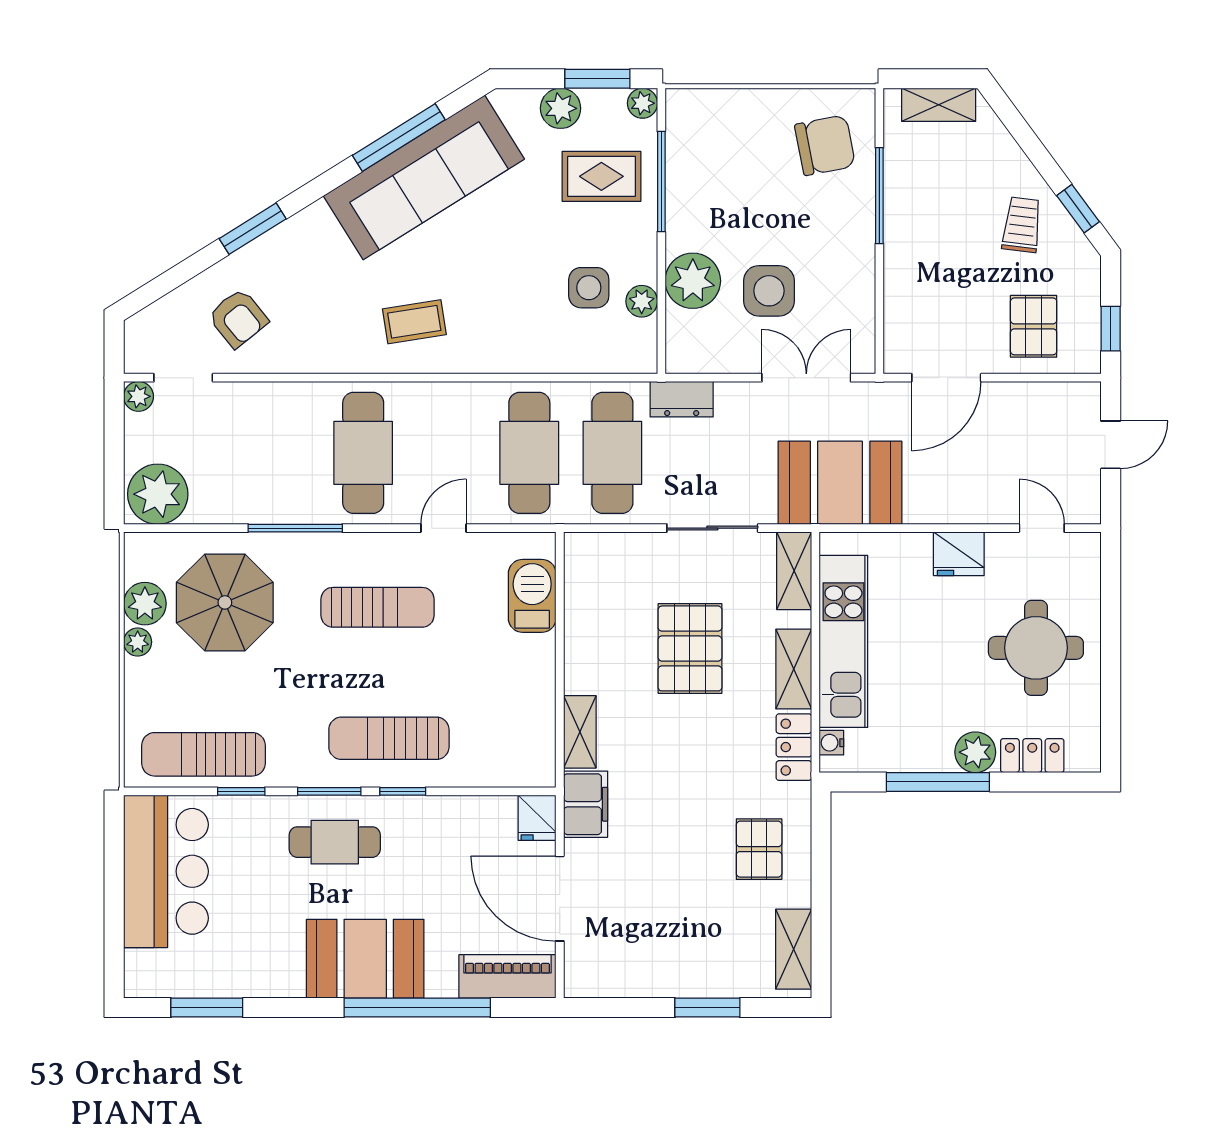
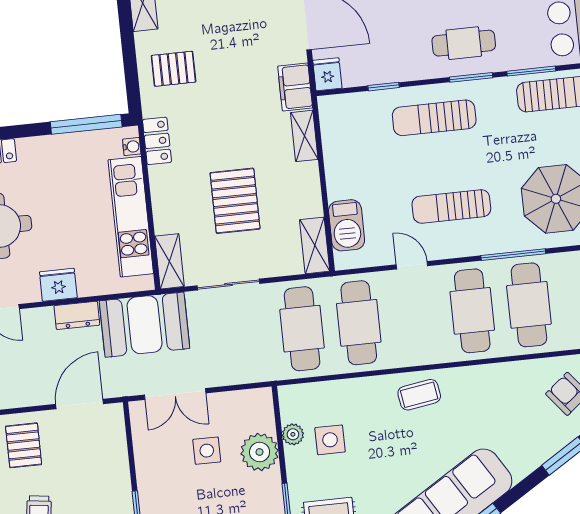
side table: (769, 291) -> (207, 451), width x0.73, depth x0.73
coffee table: (414, 322) -> (419, 395), moved
dresser: (682, 399) -> (77, 315), moved, turned 180
cafe table: (280, 453) -> (529, 305), added
door: (443, 528) -> (412, 265), swing flipped
shelving: (794, 669) -> (315, 245), moved
sun lounger: (389, 738) -> (434, 118), turned 180
plant: (975, 752) -> (33, 150), removed
window: (938, 782) -> (86, 124), moved
window: (241, 791) -> (531, 71), width x1.50
window: (403, 791) -> (384, 87), moved
pallet: (759, 849) -> (174, 69), turned 90

